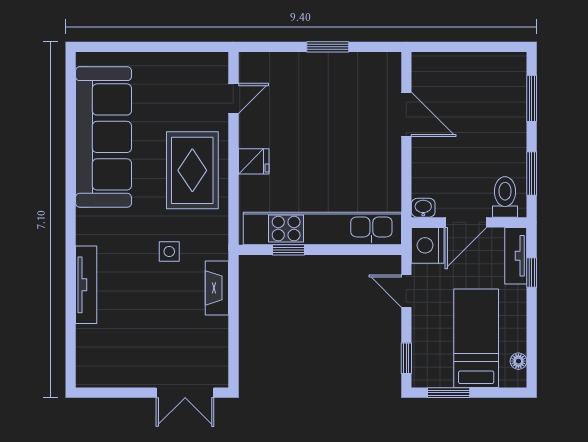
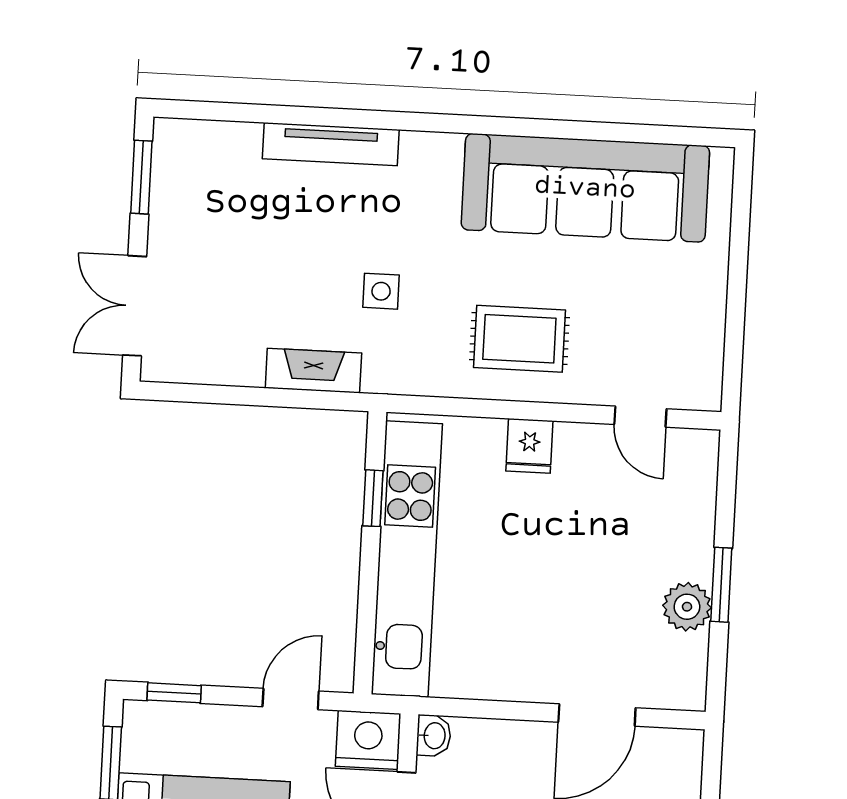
plant: (341, 66) -> (687, 607), added
rug: (192, 170) -> (519, 339), width x0.73, depth x0.70
window: (111, 393) -> (141, 177), added

